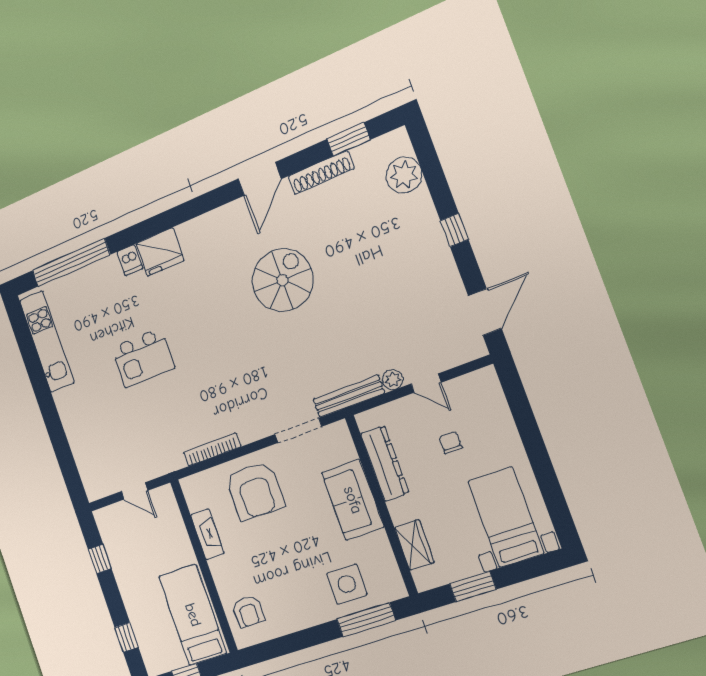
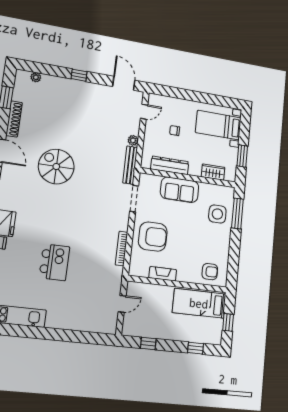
plant: (404, 175) -> (36, 77), width x0.53, depth x0.53
door: (426, 383) -> (144, 112), moved

